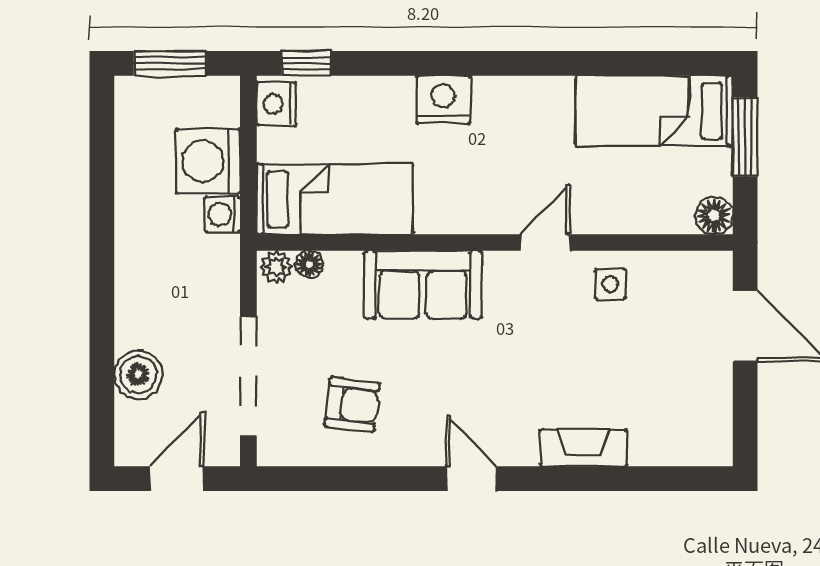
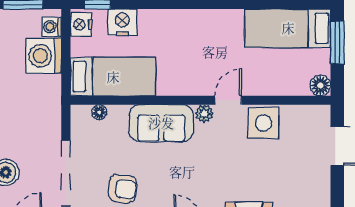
nightstand: (443, 100) -> (122, 22), moved
washing machine: (223, 214) -> (52, 27), moved
plant: (276, 267) -> (204, 113), moved
side table: (610, 284) -> (264, 123), width x1.87, depth x1.87

